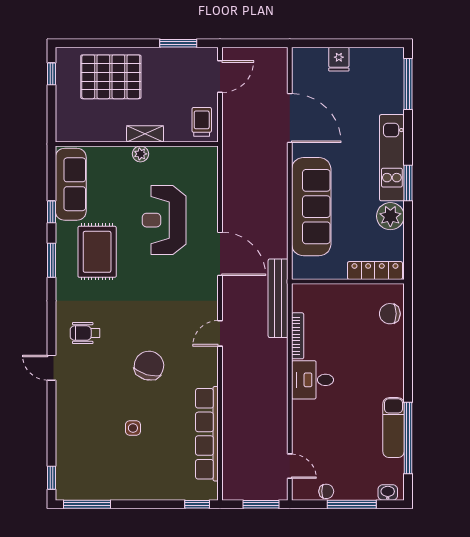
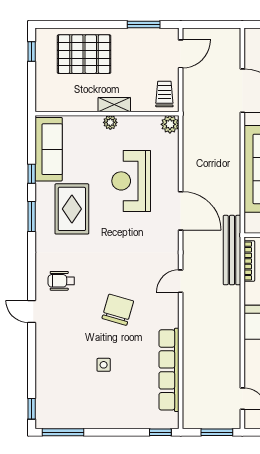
plant: (208, 156) -> (170, 124), added
bookcase: (298, 336) -> (249, 261), moved

